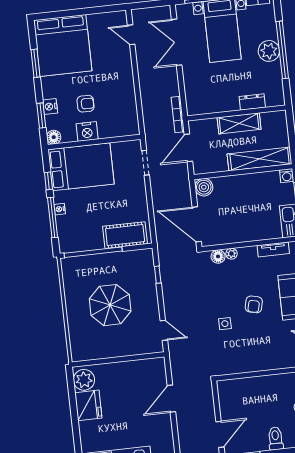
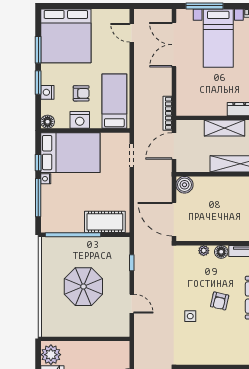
bed: (121, 108) -> (114, 101), added
window: (41, 116) -> (38, 83), moved
nightstand: (60, 209) -> (46, 179), moved
floor lamp: (218, 256) -> (221, 252), moved
door: (164, 330) -> (132, 304), moved

